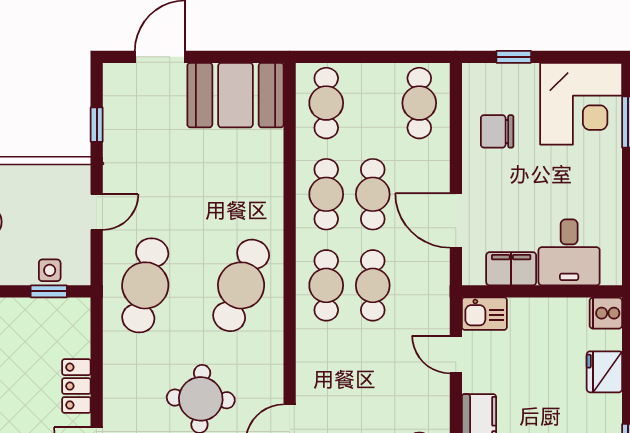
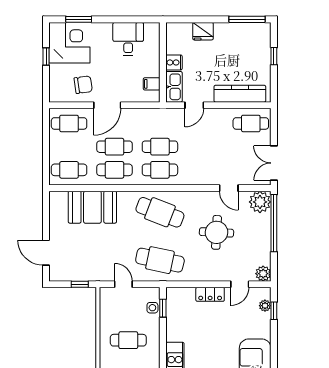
window: (514, 57) -> (46, 57), moved
booth: (235, 95) -> (92, 207), moved, turned 90
chair: (497, 131) -> (83, 85), turned -98
door: (456, 220) -> (107, 105), moved
desk: (569, 252) -> (128, 39), moved, turned -90
filing cabinet: (511, 269) -> (152, 84), width x0.50
cooker: (606, 313) -> (174, 62), moved, turned -90
kitchen sink: (484, 314) -> (174, 87), width x1.38

